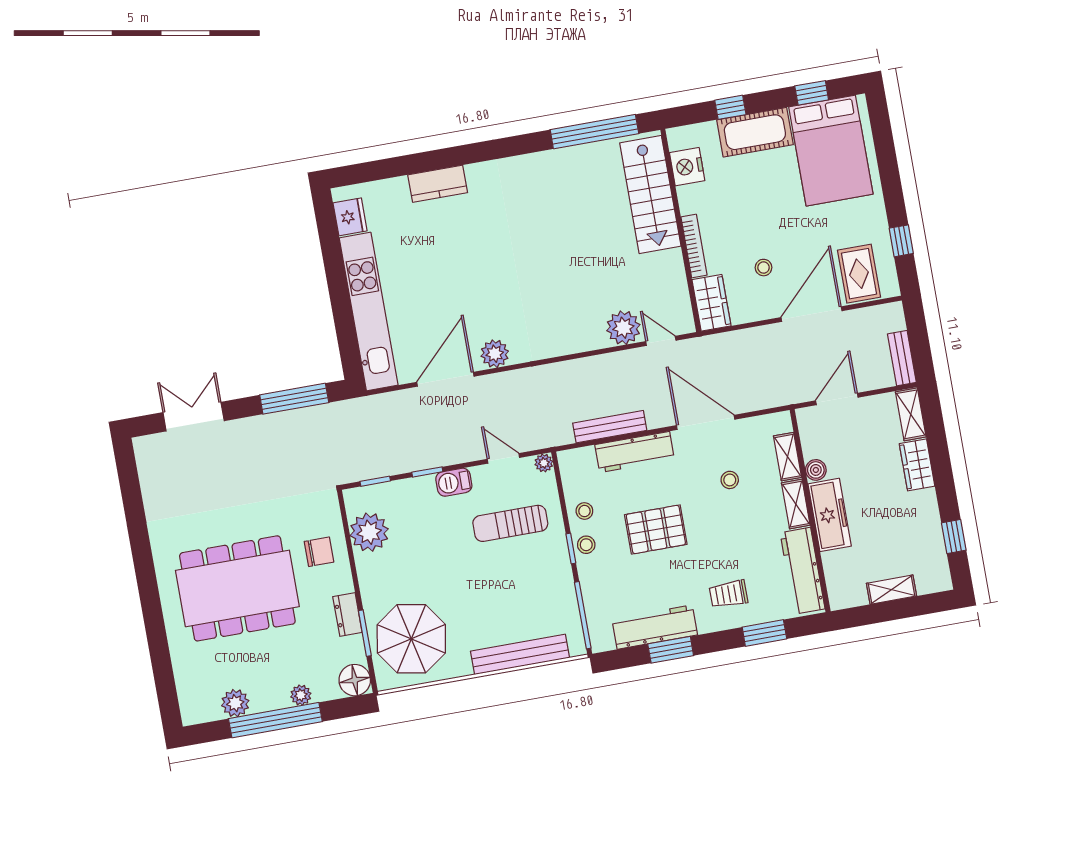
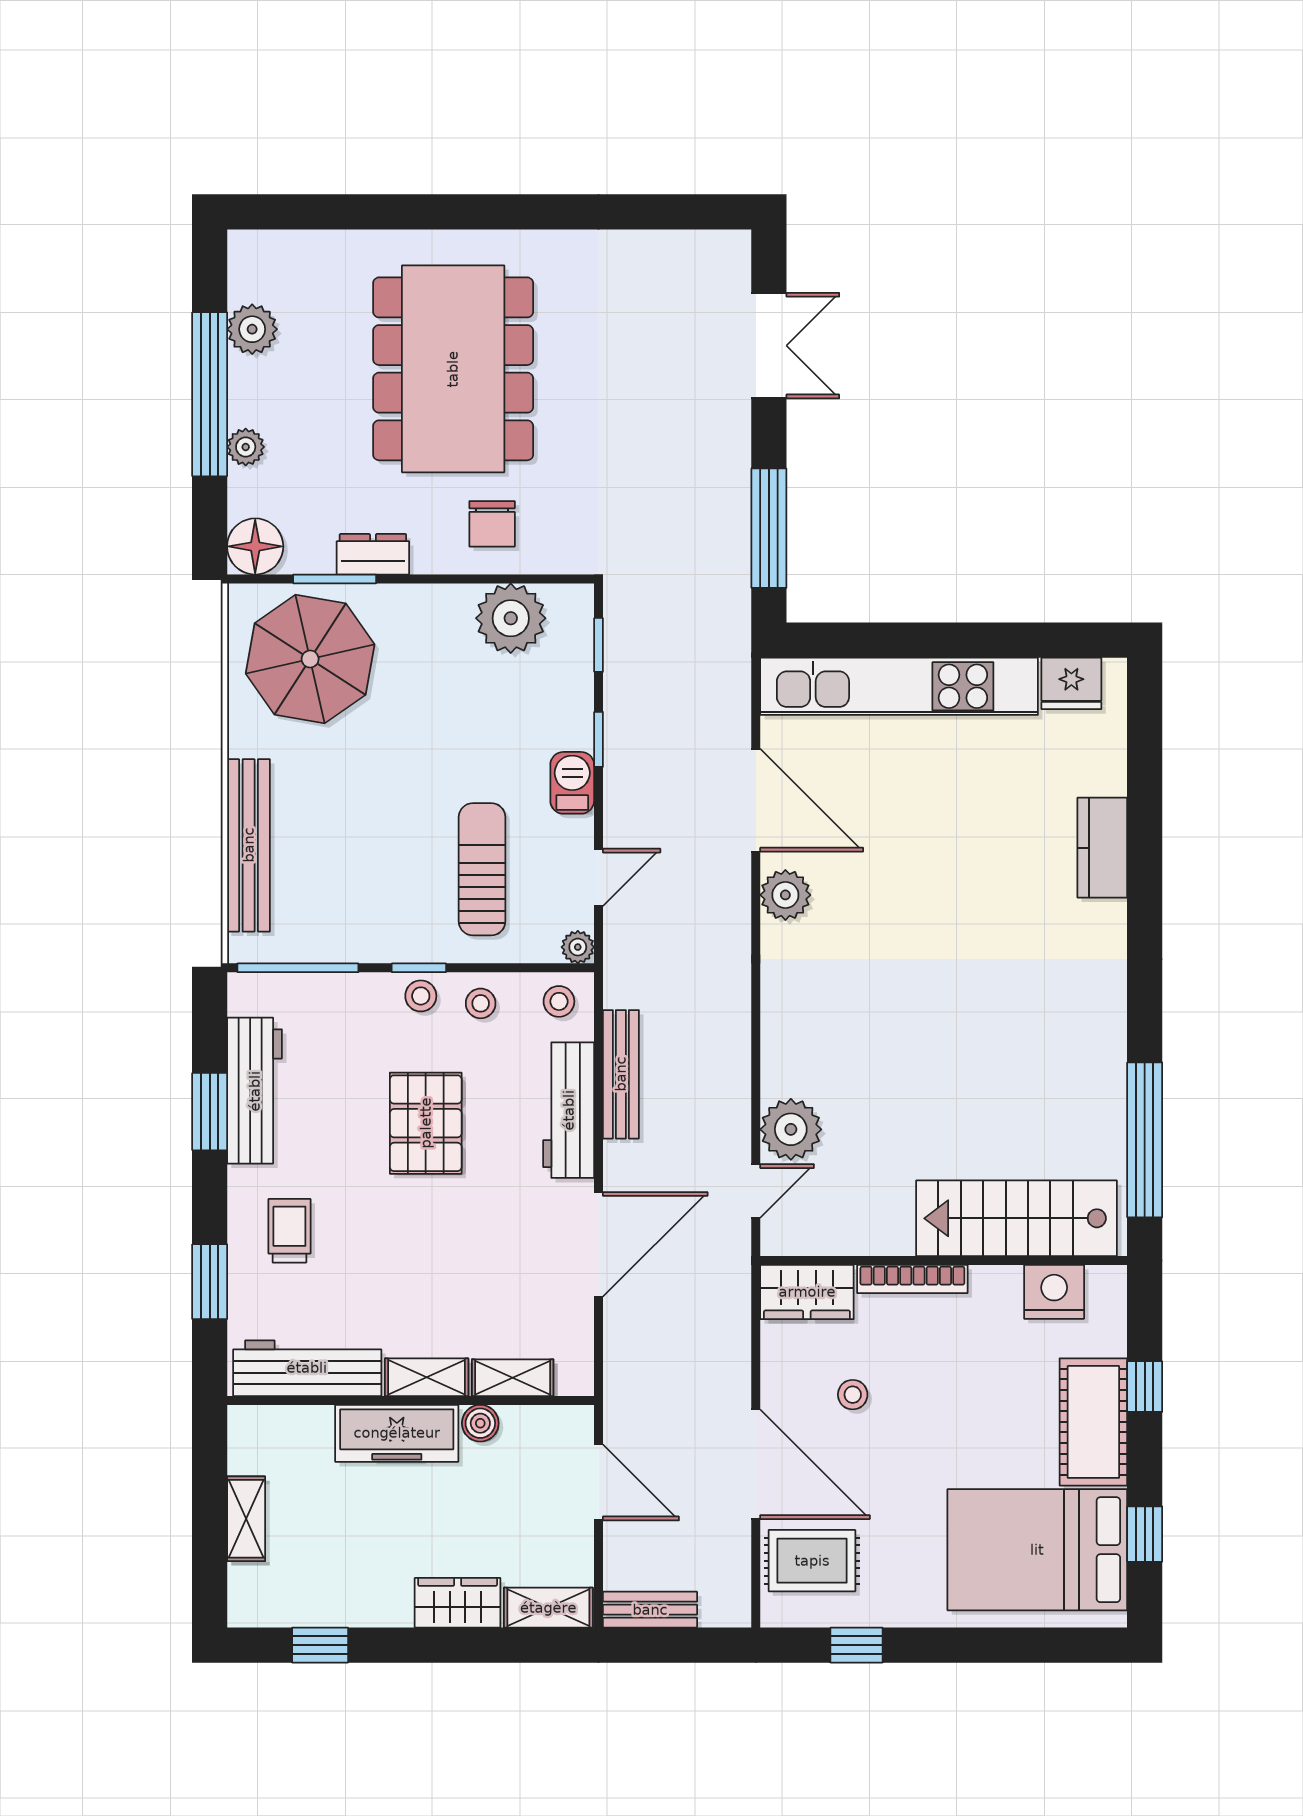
stool: (730, 480) -> (559, 1001), moved

